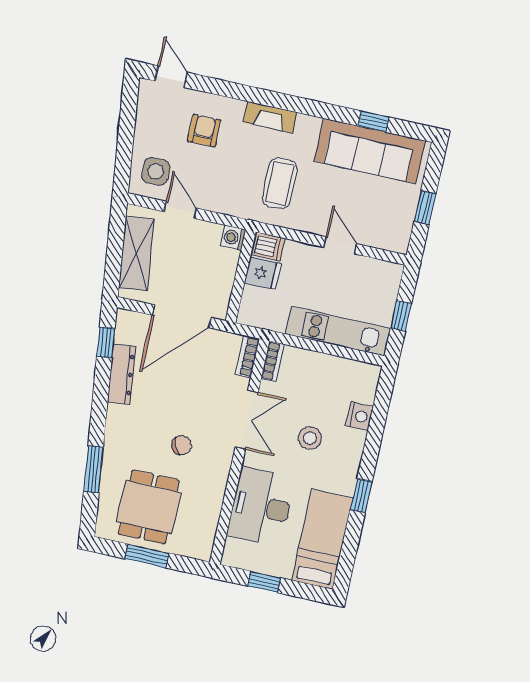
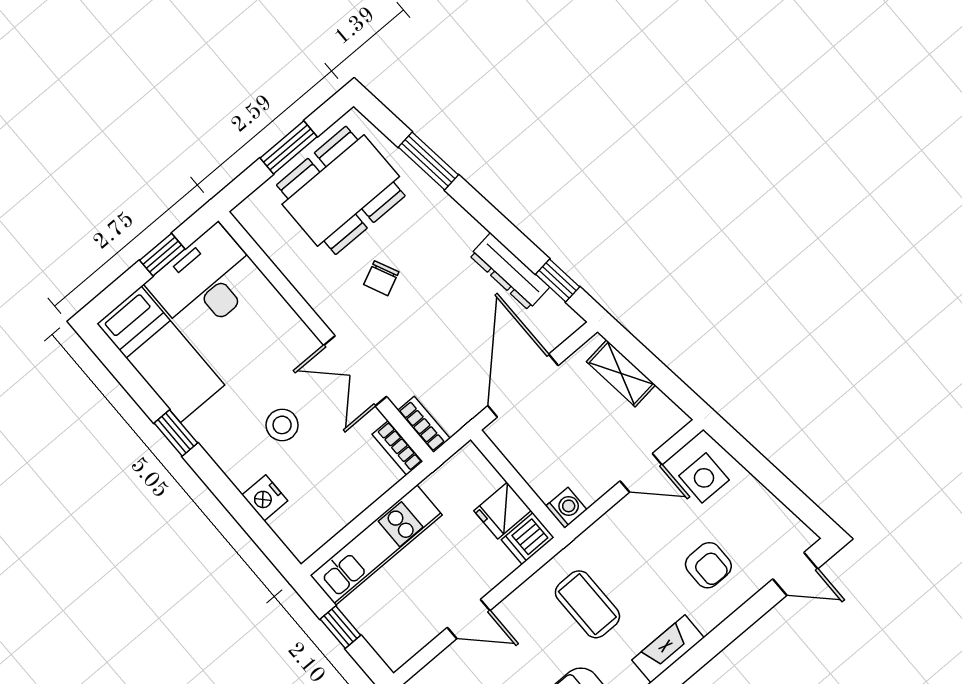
shelving: (136, 253) -> (621, 373), width x0.67, depth x0.75
dining table: (149, 507) -> (341, 190), width x1.38
desk: (261, 507) -> (205, 282), moved, turned -90

